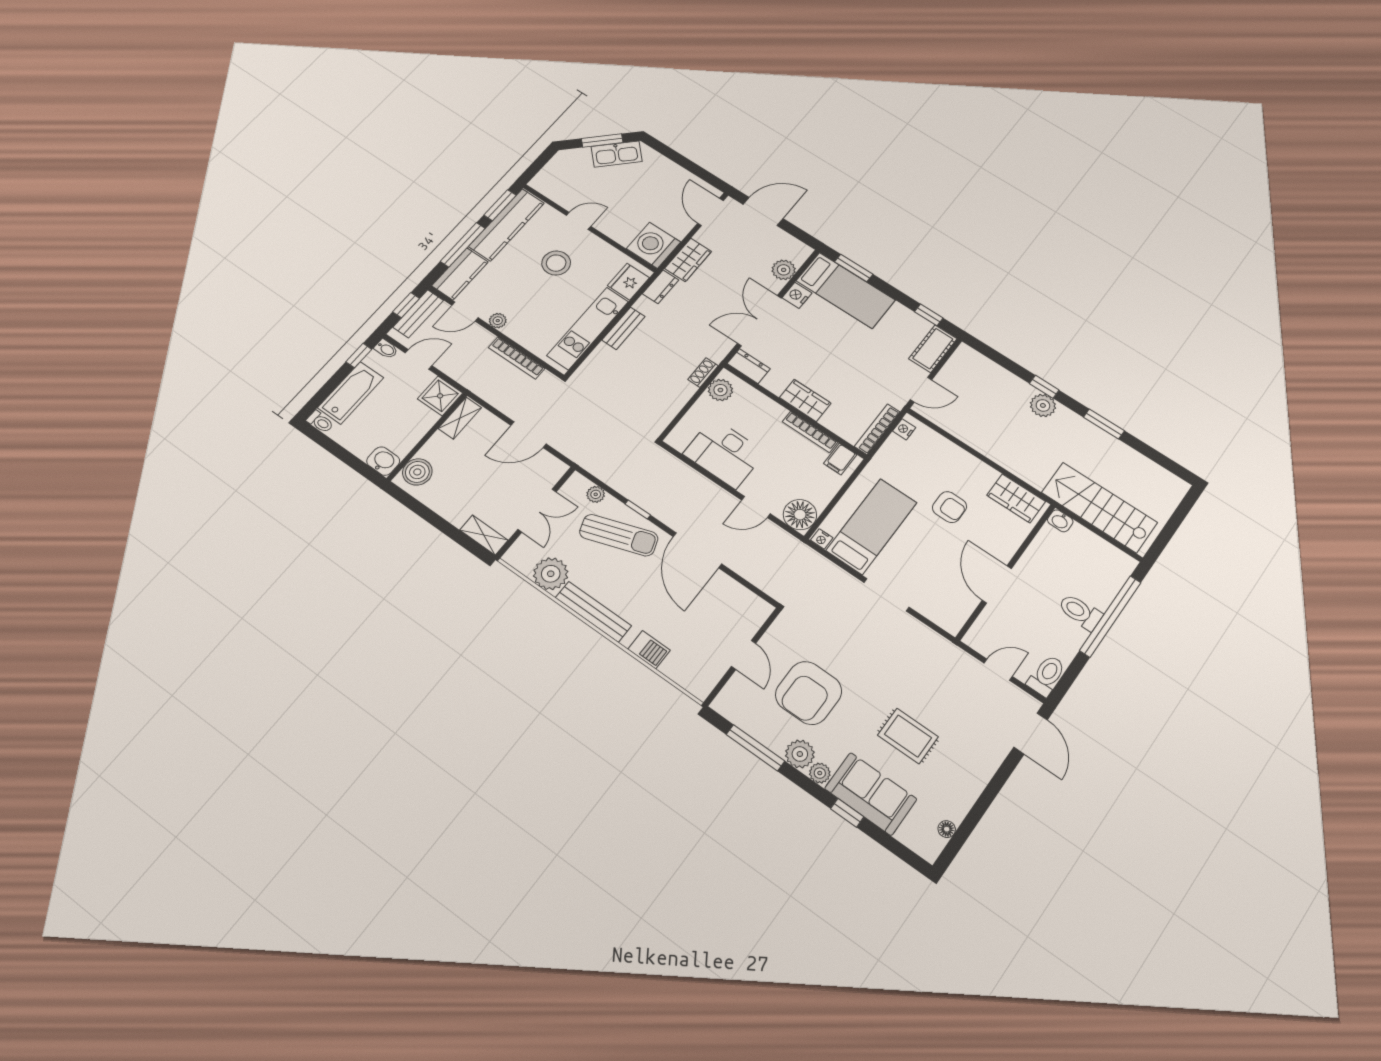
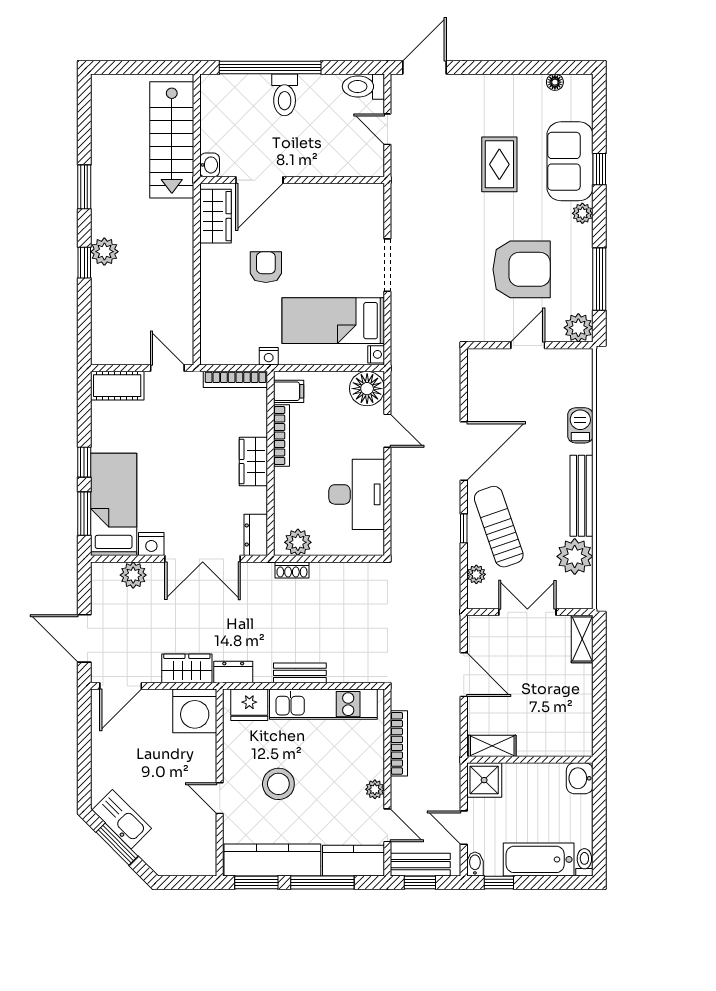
window: (929, 315) -> (84, 462), moved
nightstand: (904, 429) -> (269, 356), moved
boiler: (417, 472) -> (568, 741), removed
door: (997, 584) -> (259, 180), moved
plant: (800, 754) -> (578, 328), moved

